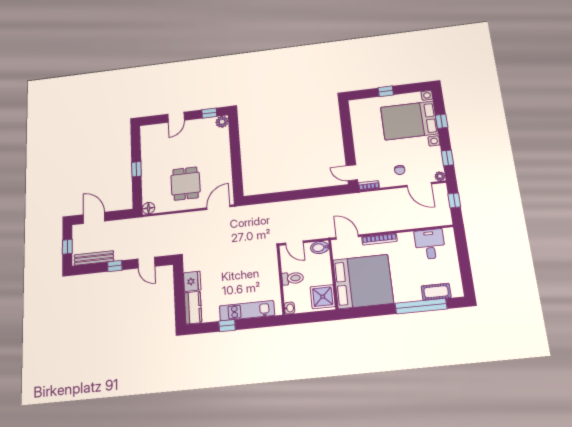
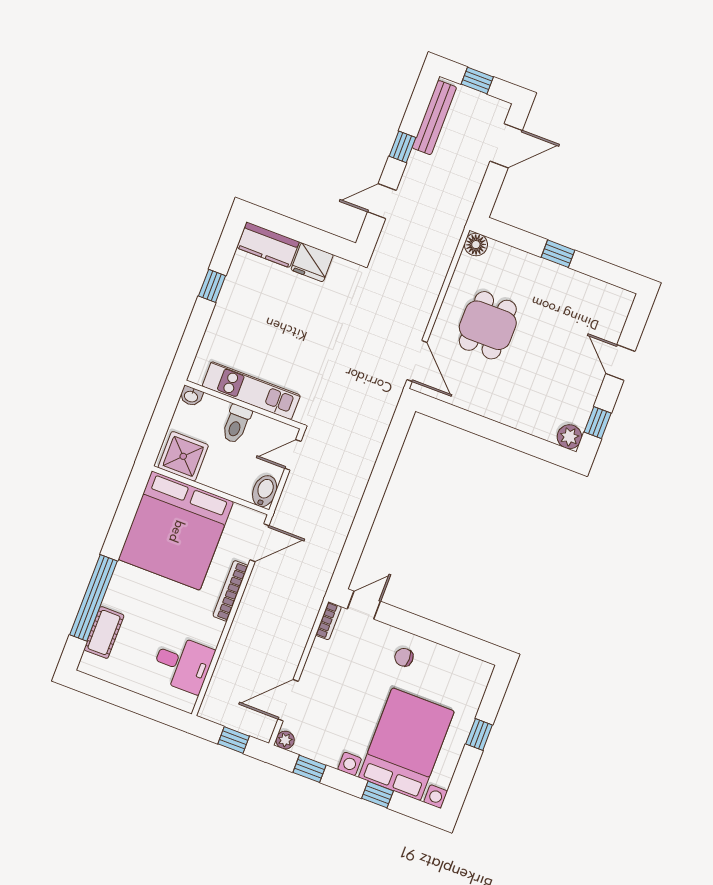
chair: (400, 170) -> (404, 657), moved
dining table: (186, 184) -> (488, 325), turned 90
kitchen unit: (247, 311) -> (251, 391), moved, turned -90

